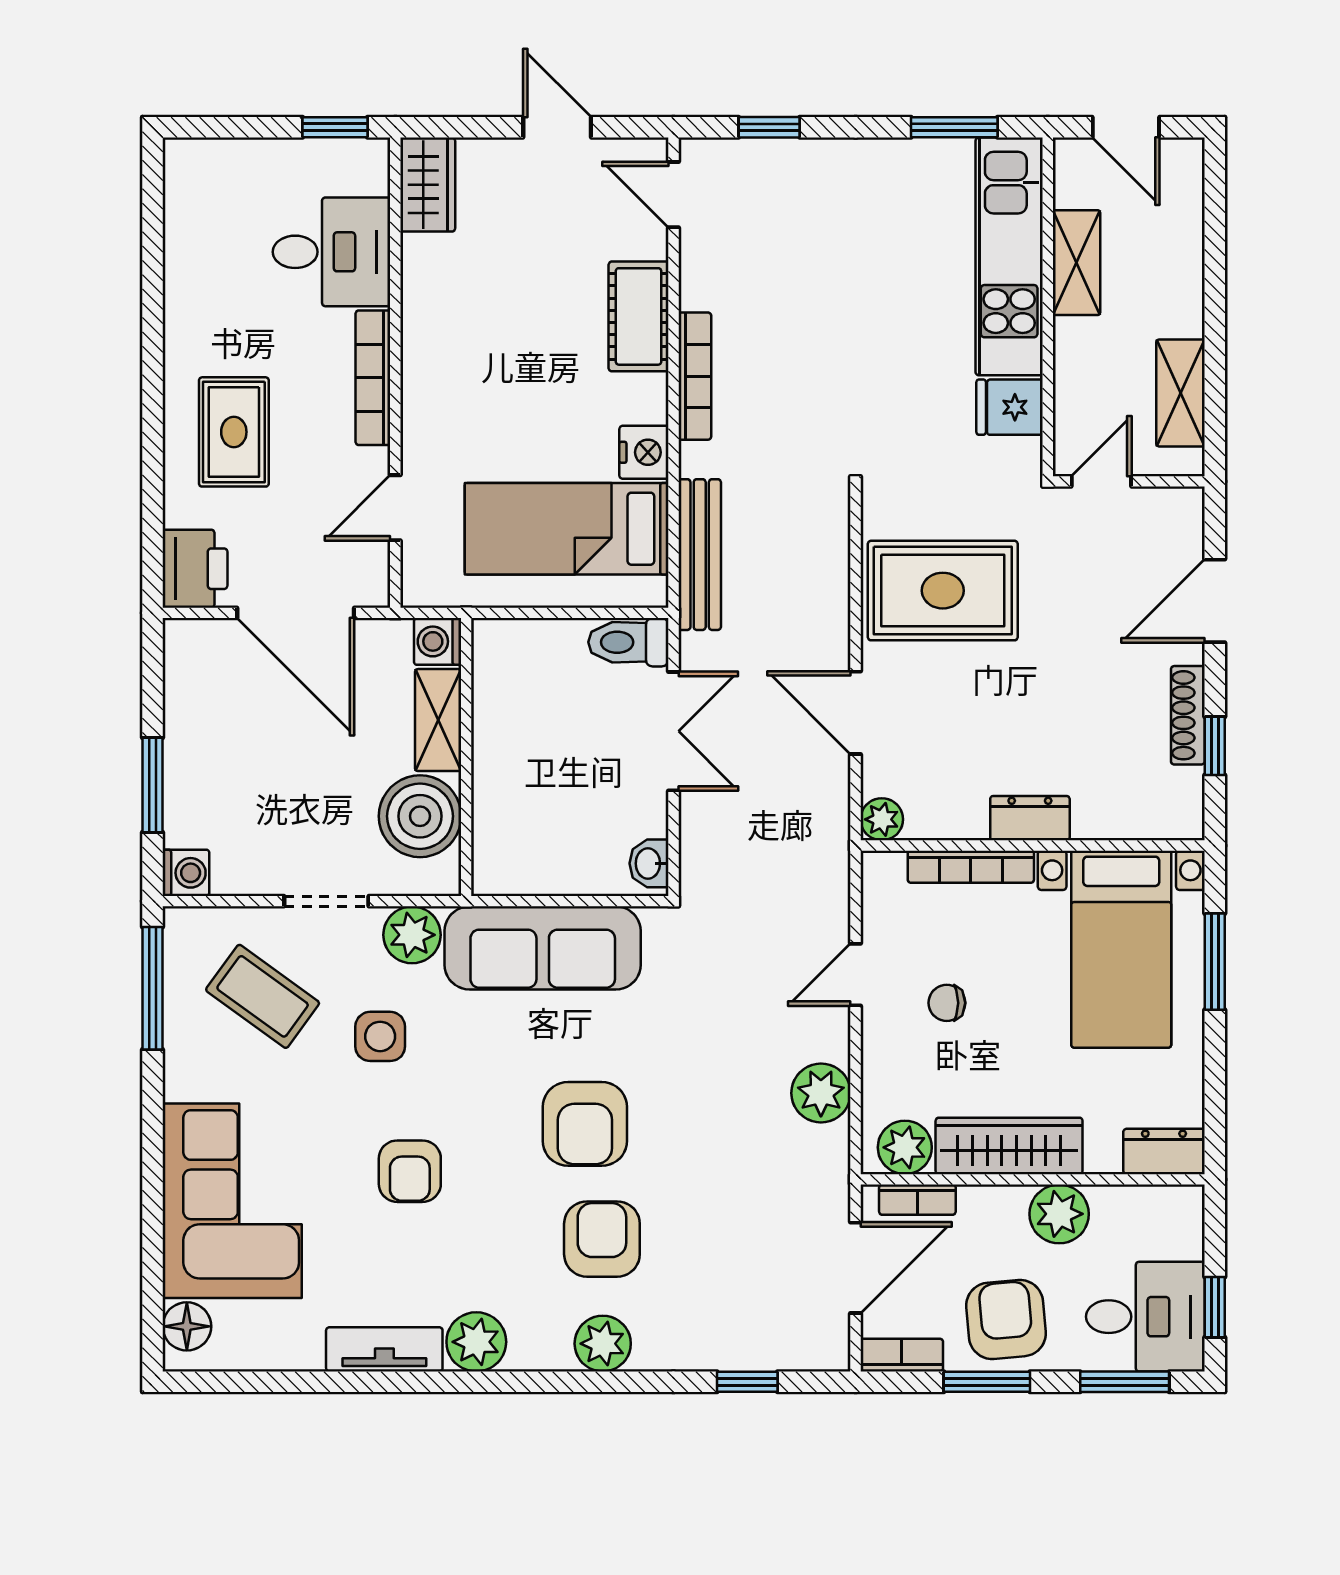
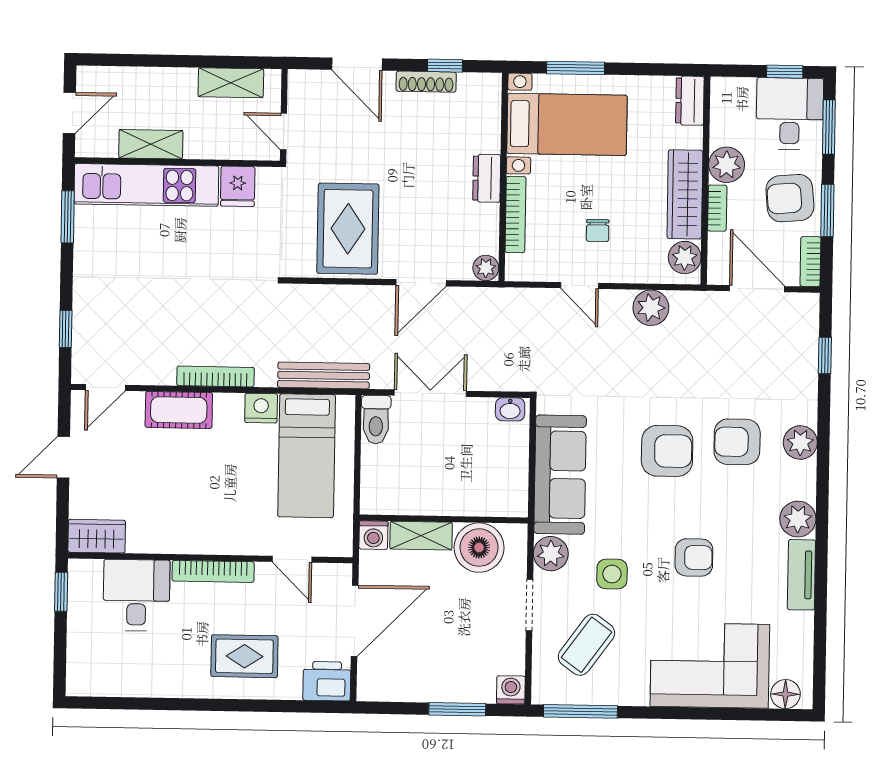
bookcase: (917, 1200) -> (717, 208), moved

